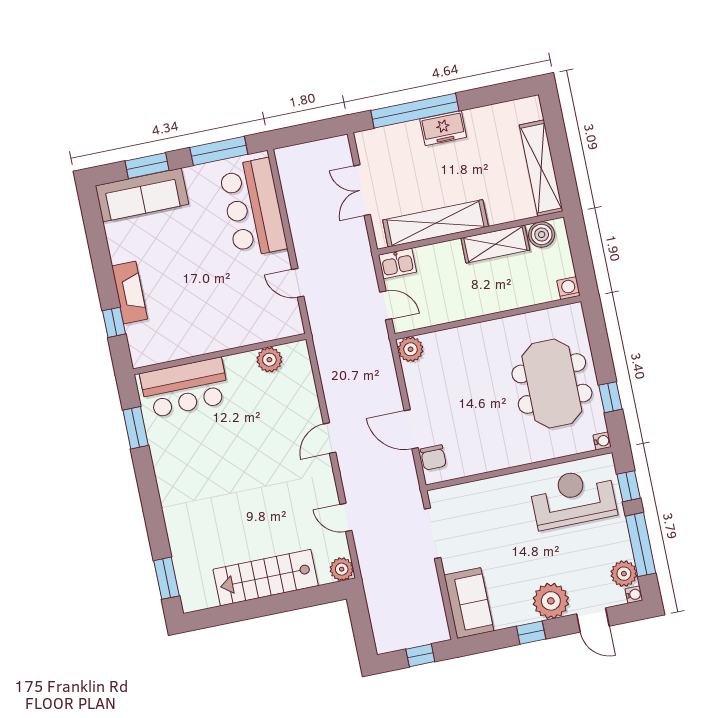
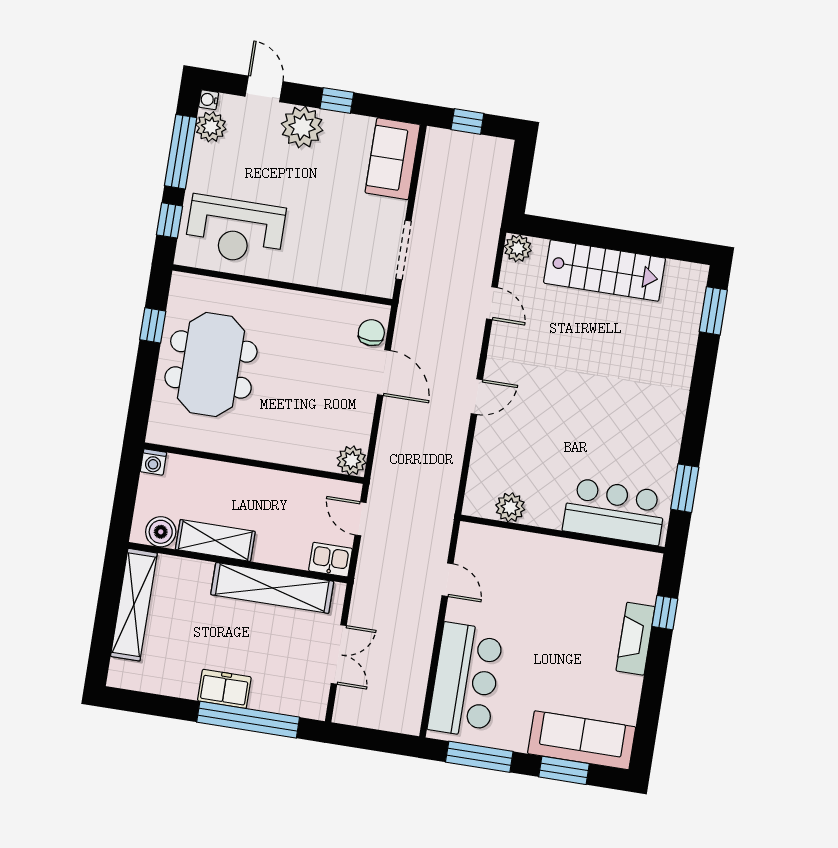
water cooler: (602, 441) -> (180, 281), removed

